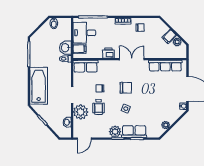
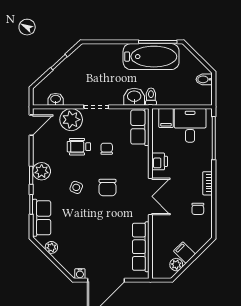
washbasin: (65, 48) -> (134, 97), moved
bathtub: (39, 86) -> (151, 57), moved
row of seats: (134, 132) -> (42, 218), moved
door: (84, 139) -> (31, 125), swing flipped

